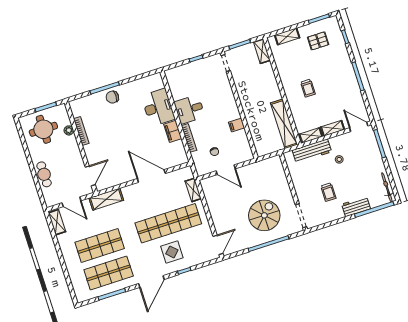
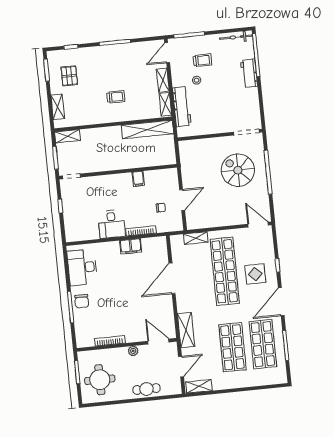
desk: (158, 107) -> (82, 267), moved, turned -90
plant: (69, 130) -> (133, 351), moved
trolley: (328, 192) -> (202, 60), moved
door: (151, 281) -> (281, 302), swing flipped

